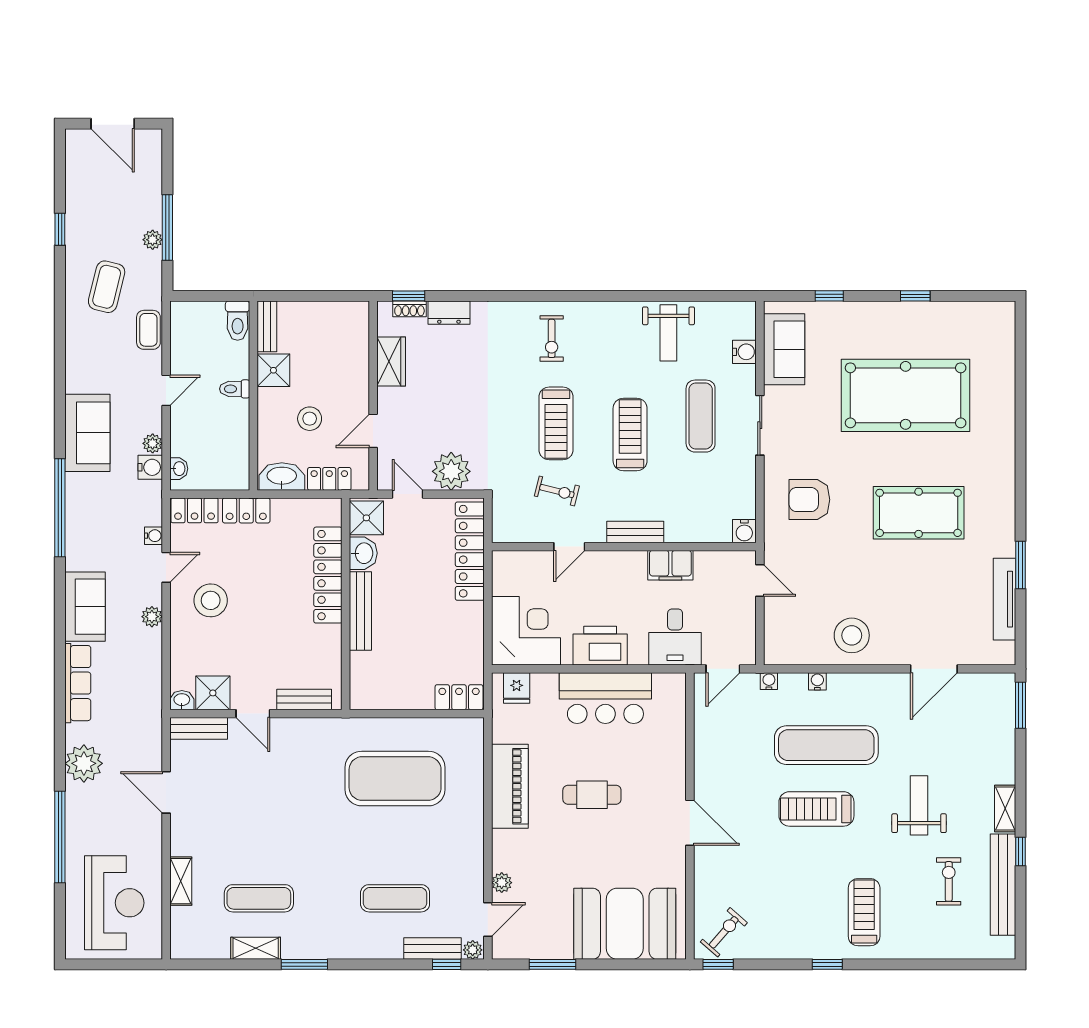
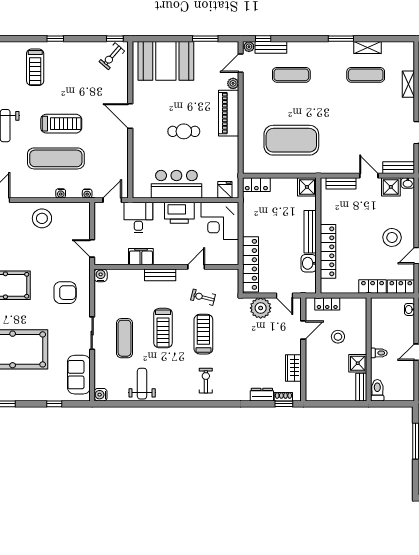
water cooler: (744, 352) -> (101, 395), moved
washbasin: (282, 476) -> (353, 305), removed
shower: (366, 518) -> (307, 187), moved
piano: (510, 786) -> (229, 113), moved

